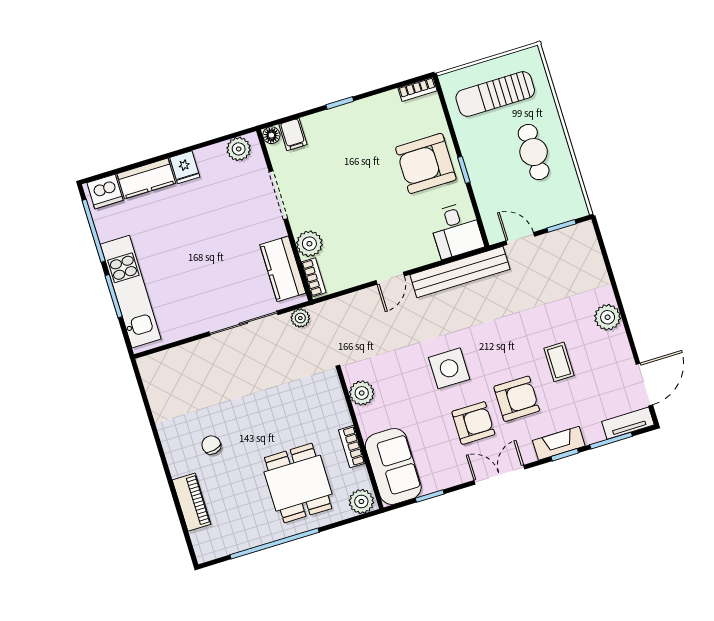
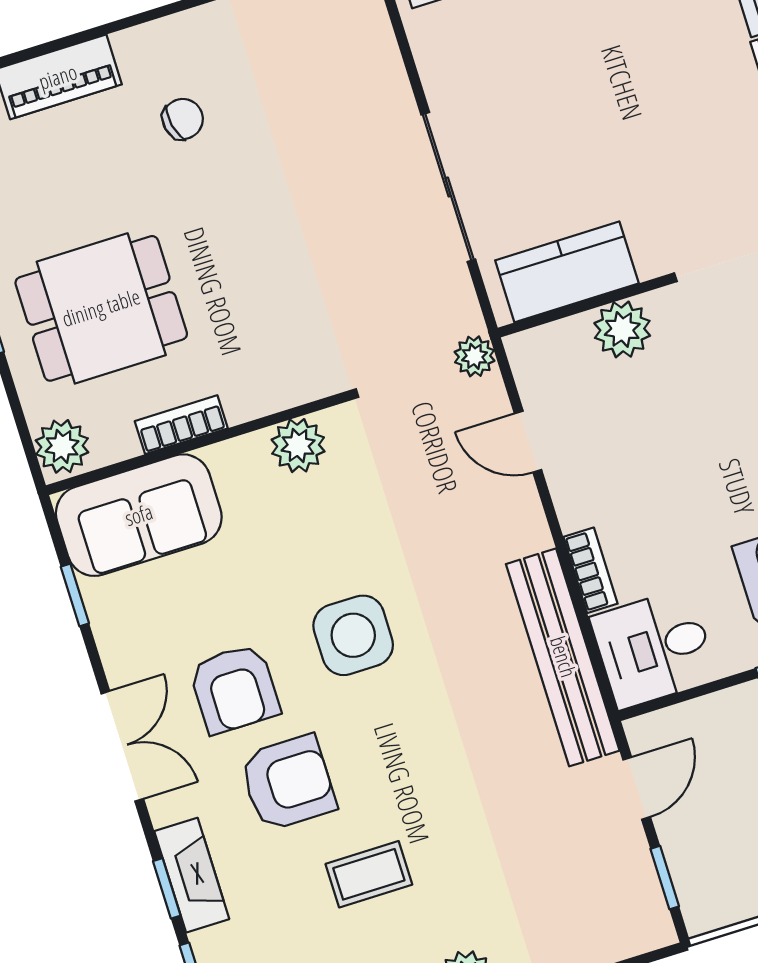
bookcase: (314, 277) -> (590, 570), moved, turned -90
door: (390, 278) -> (528, 442), moved
plant: (300, 318) -> (474, 356), moved
armchair: (517, 399) -> (288, 783), turned -90

